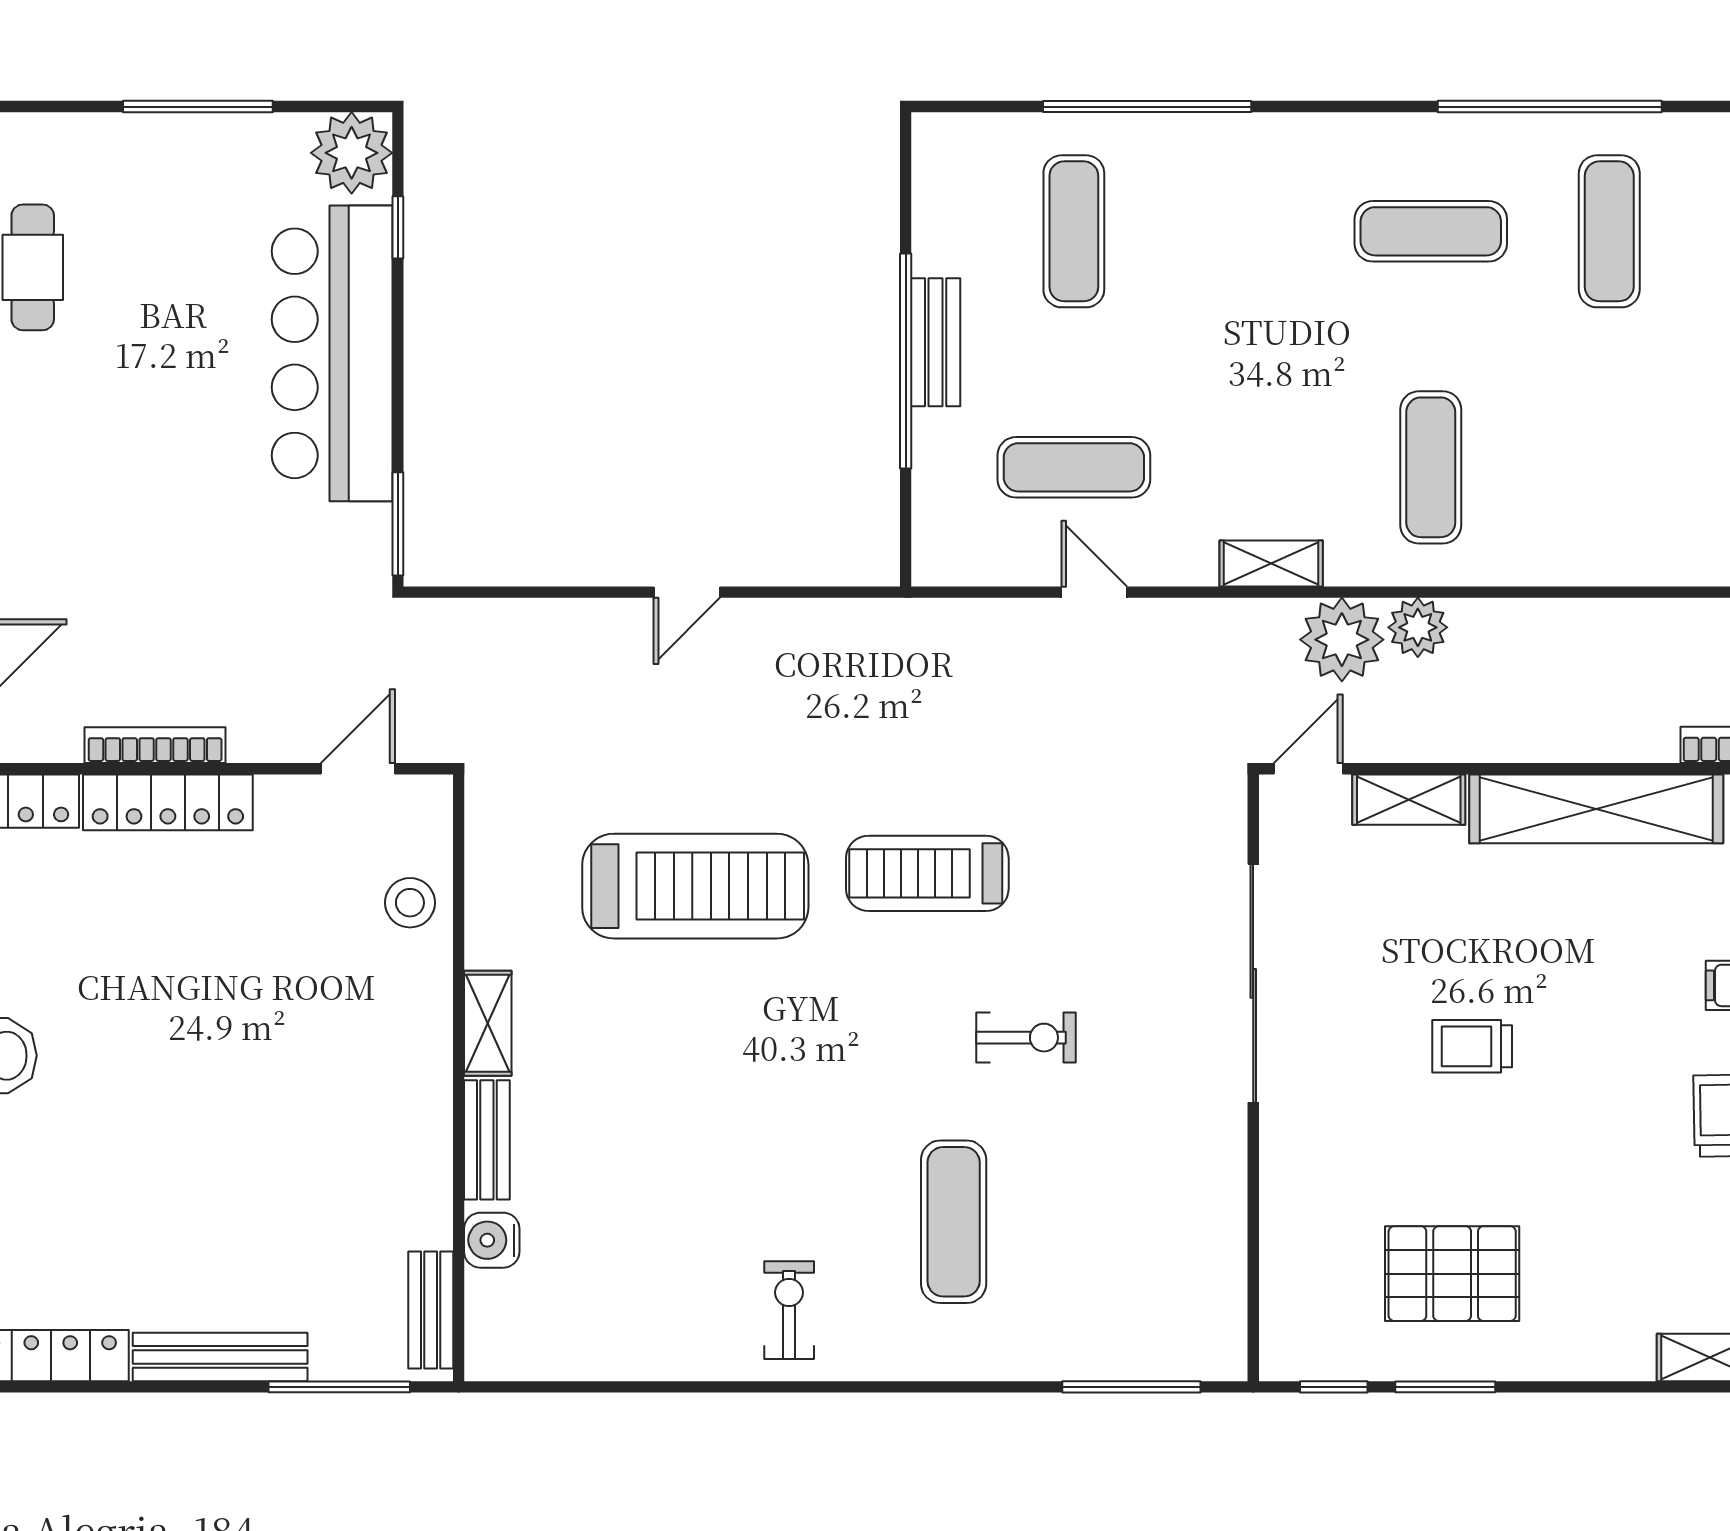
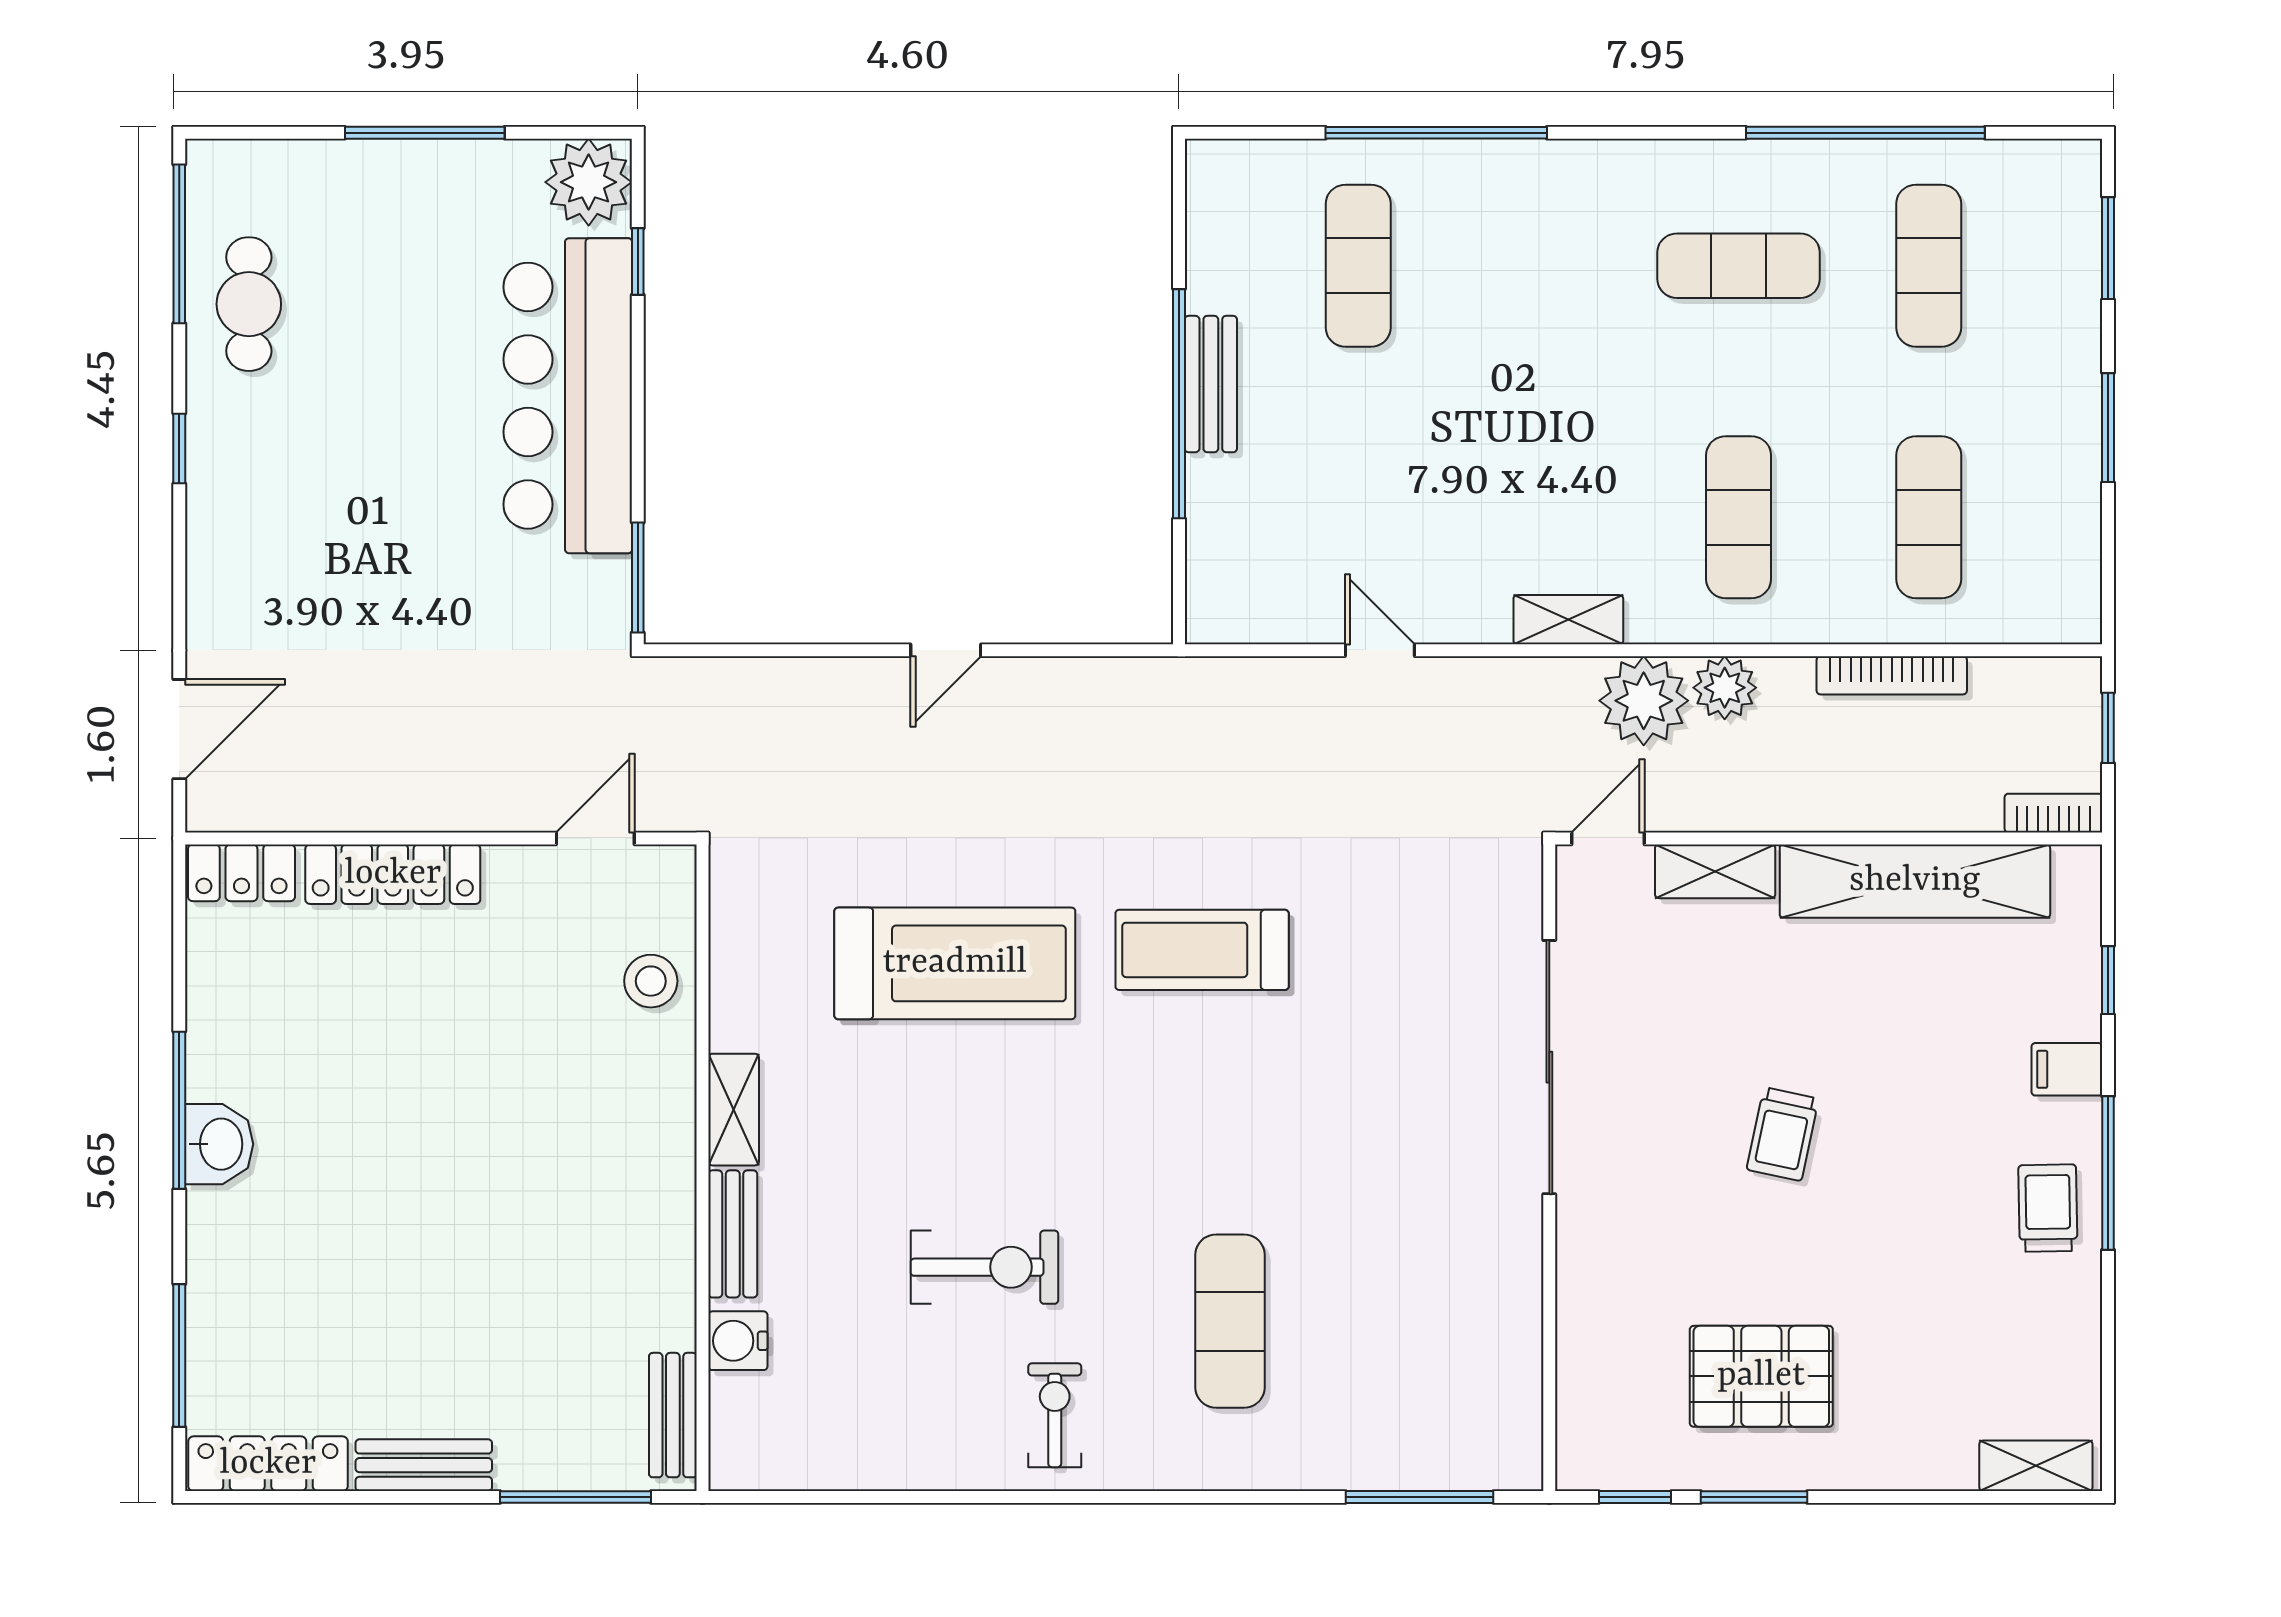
exercise mat: (1074, 467) -> (1929, 517), moved, turned 90
bookcase: (155, 745) -> (1892, 675), moved, turned 180
exercise bike: (1026, 1038) -> (984, 1267), moved, width x1.38, depth x1.39
trolley: (1472, 1046) -> (1783, 1134), turned -78
bench: (220, 1357) -> (424, 1465), width x0.73

